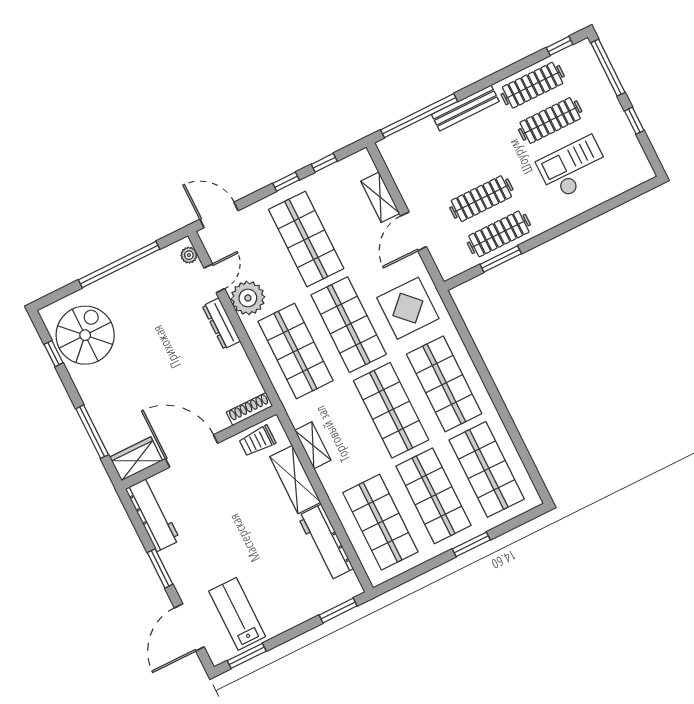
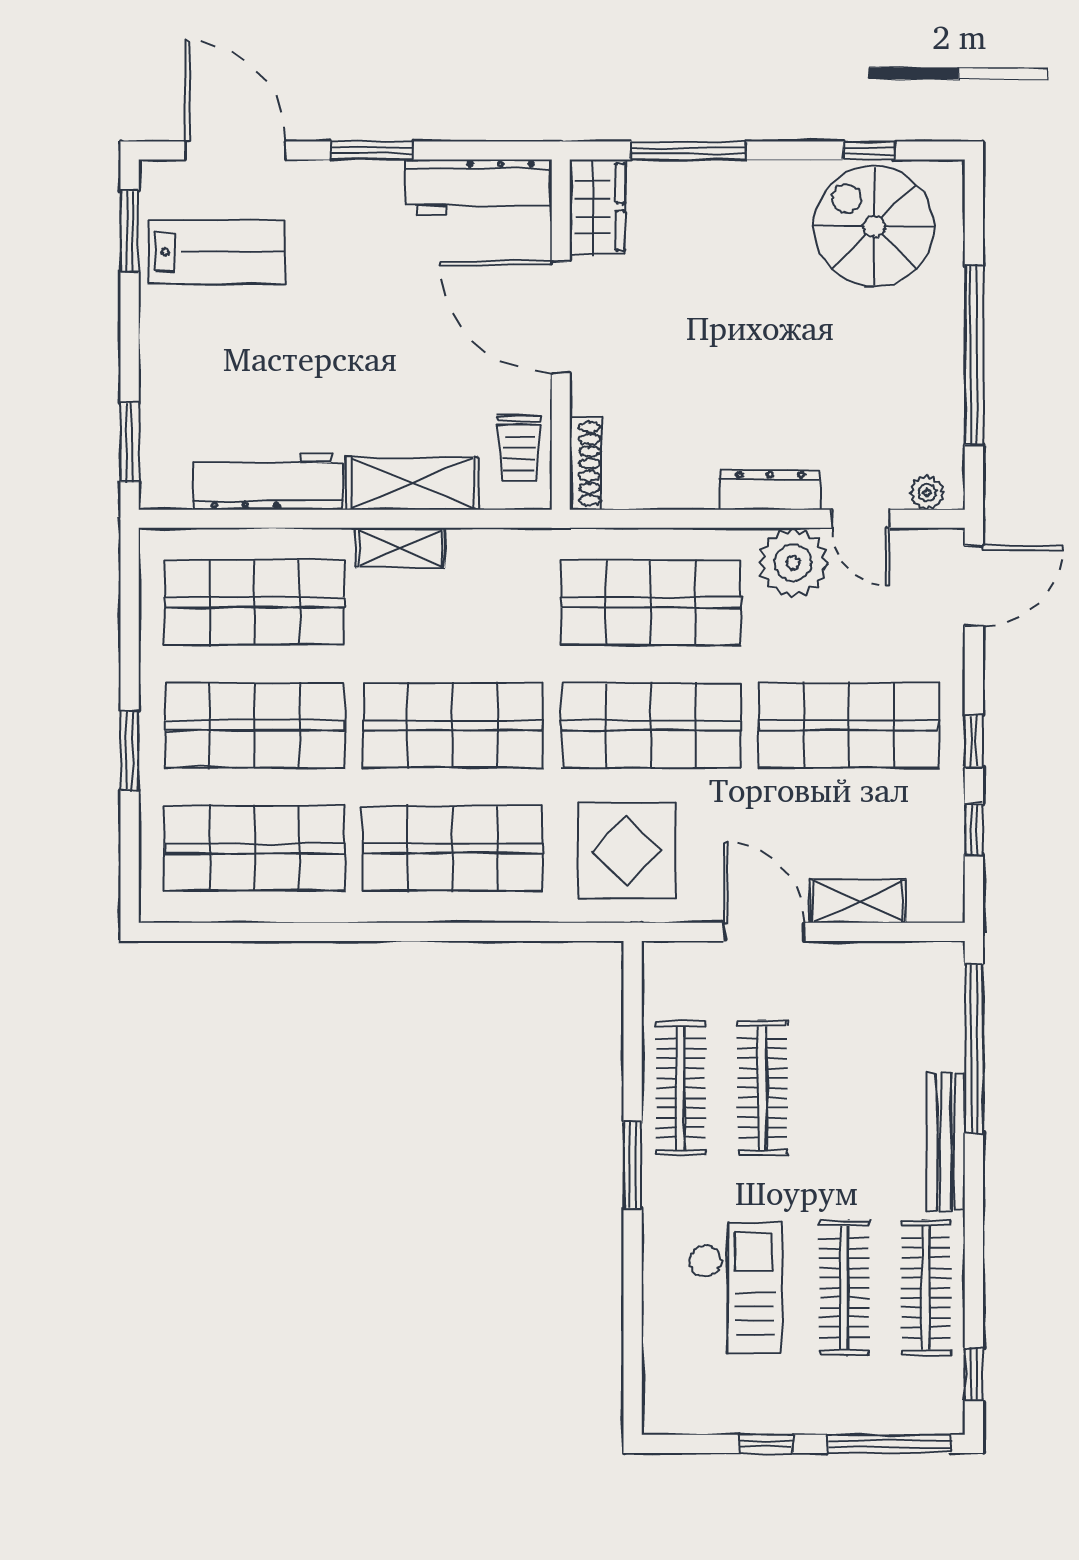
window: (501, 259) -> (633, 1165), moved
spiral stairs: (85, 335) -> (874, 226), turned 180
trolley: (257, 441) -> (519, 449), turned 180
shelving: (313, 445) -> (400, 548), moved
door: (192, 451) -> (561, 317), swing flipped

